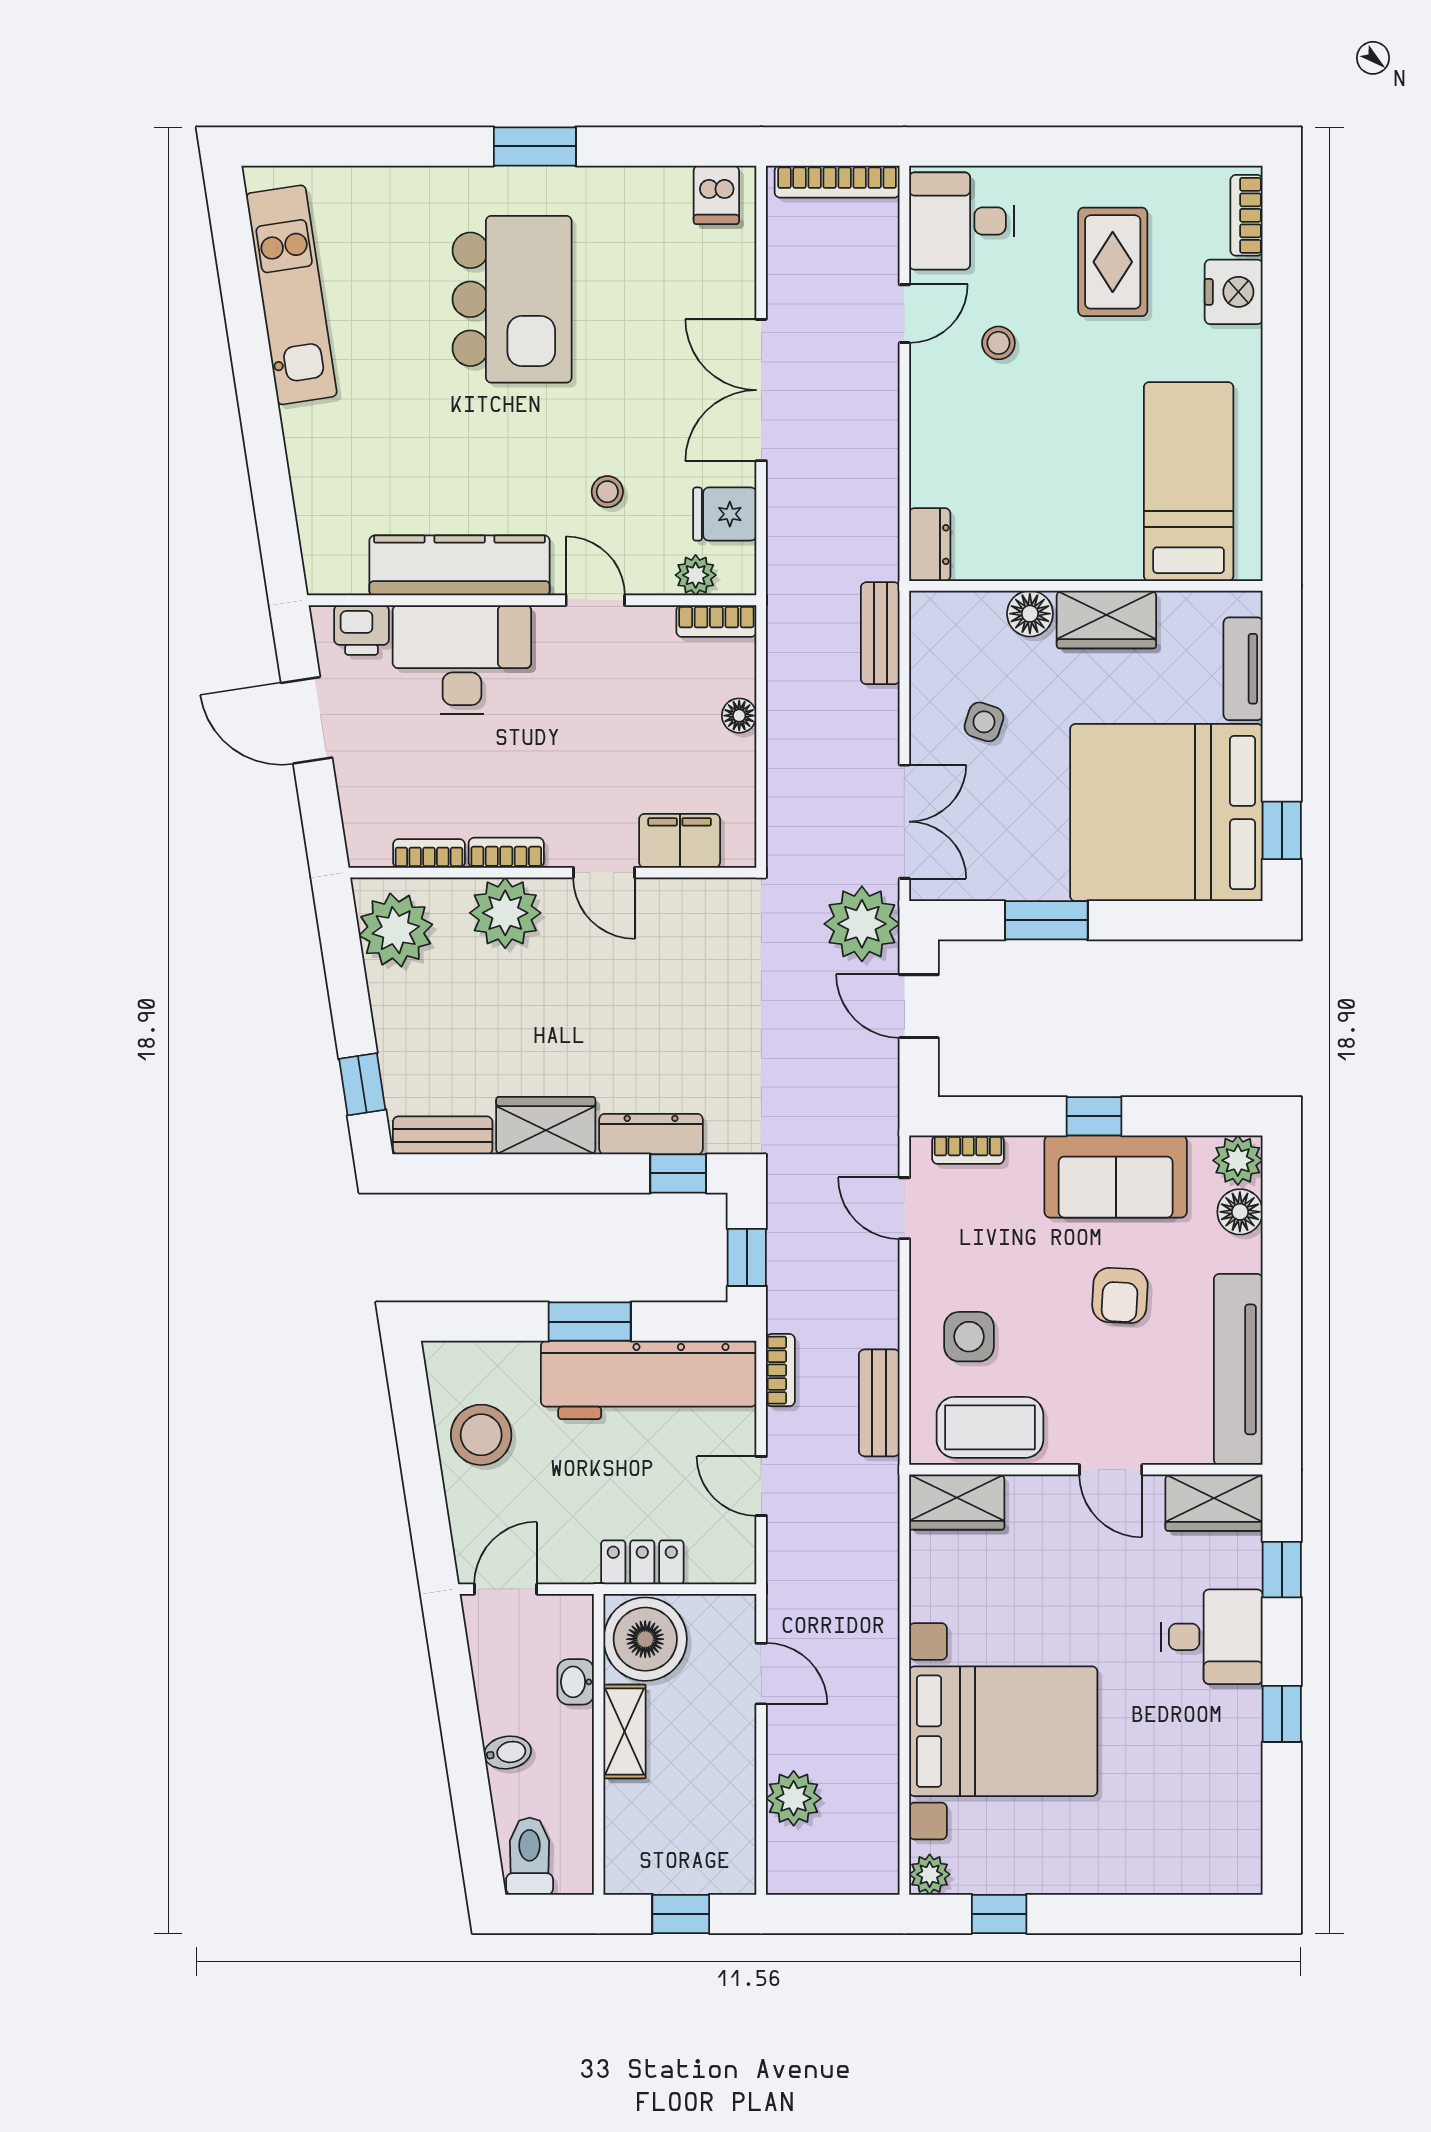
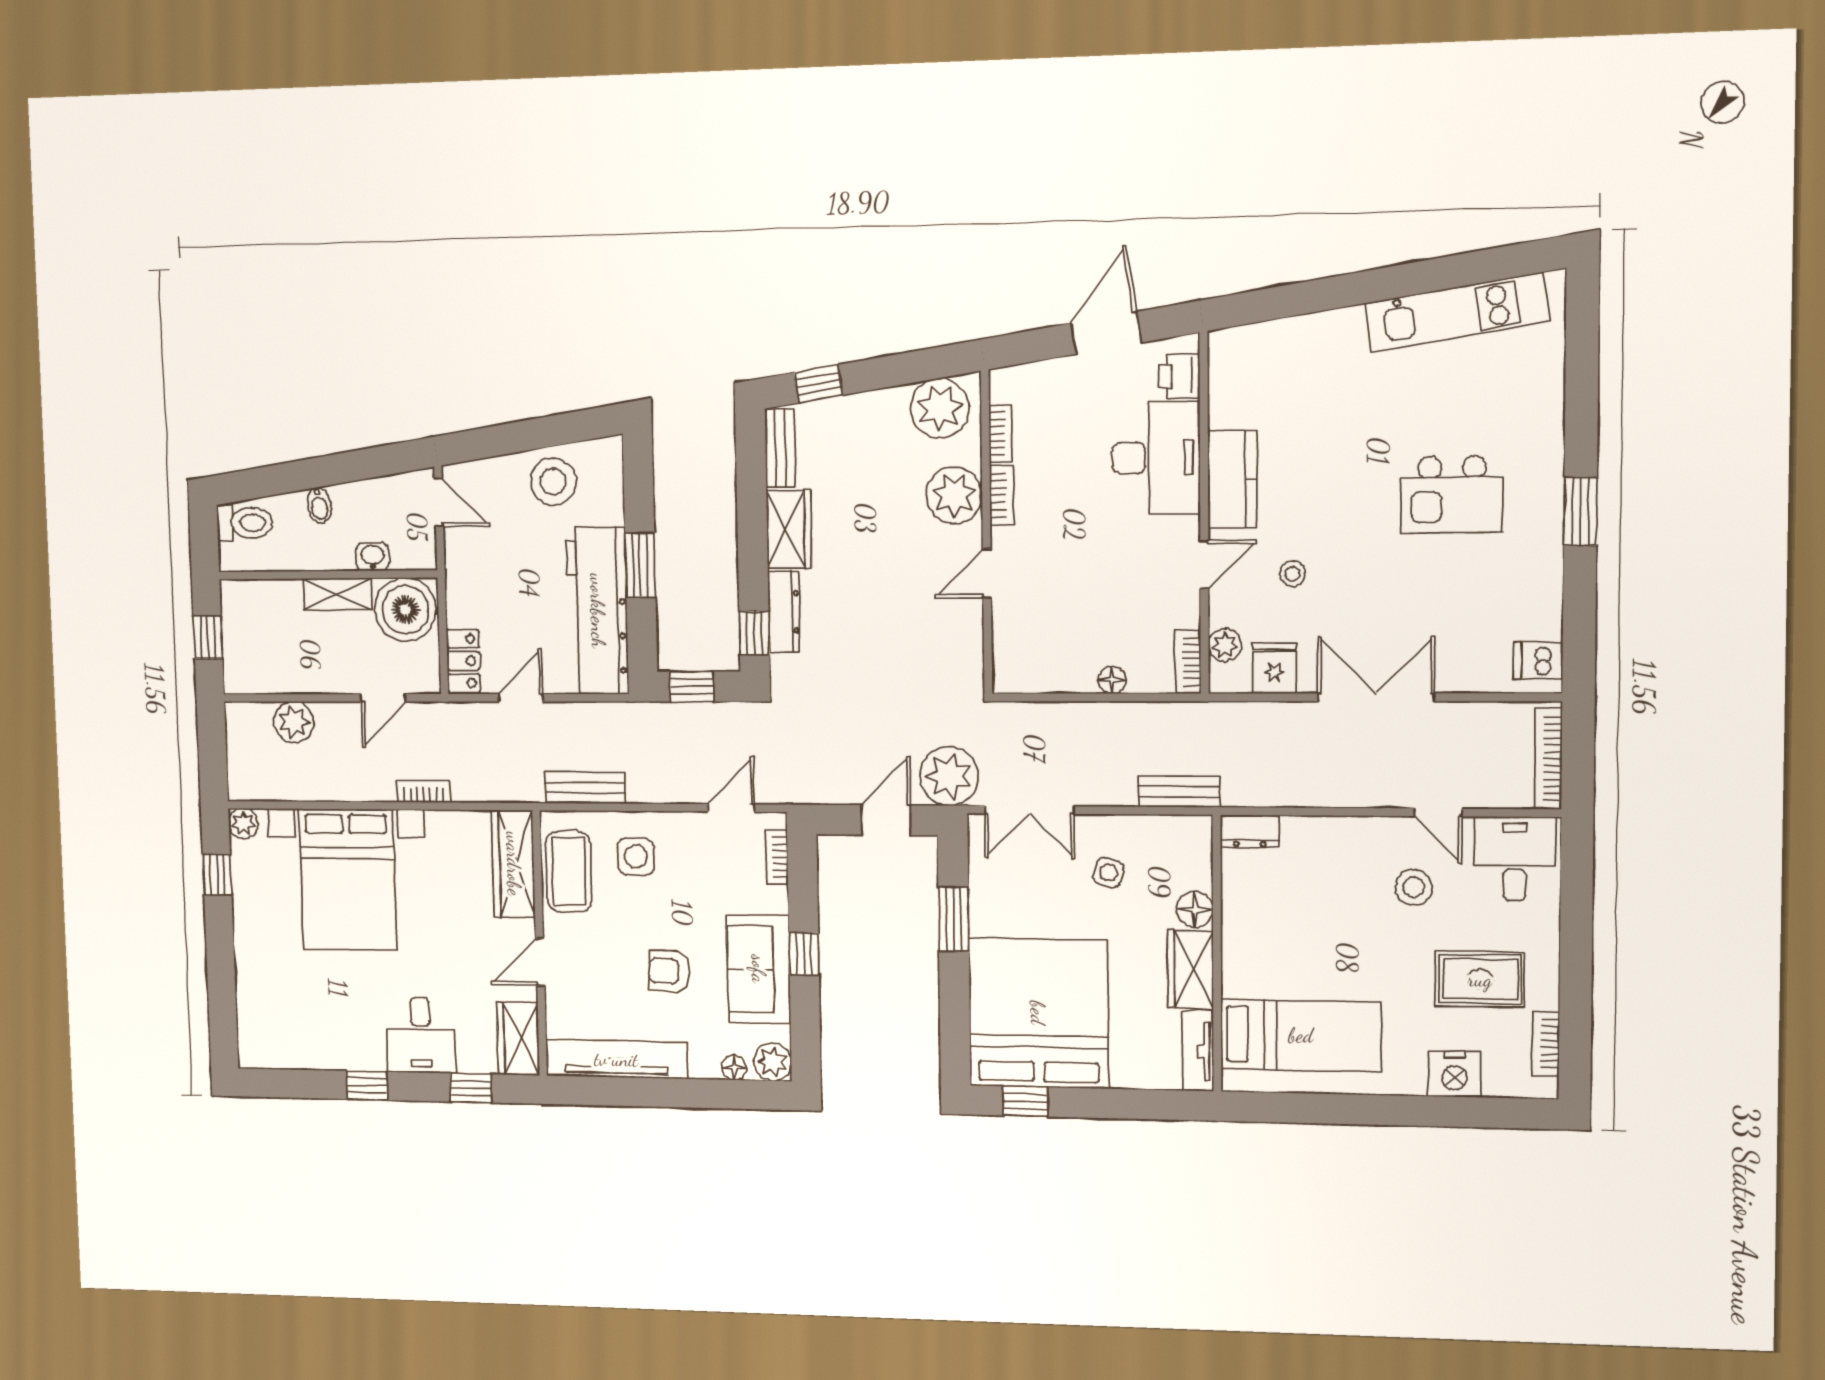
bookcase: (1247, 215) -> (1546, 1044), moved, turned -90
kitchen island: (512, 299) -> (1452, 495), width x0.73, depth x0.78
stool: (998, 343) -> (1414, 887), width x1.37, depth x1.37
kitchen counter: (460, 565) -> (1232, 479), width x0.67
tv unit: (1243, 669) -> (1198, 1051), moved, turned -90
filing cabinet: (680, 841) -> (1013, 633), removed
floor lamp: (1240, 1212) -> (734, 1068), width x0.73, depth x0.73
bookcase: (780, 1370) -> (424, 792), moved, turned 180
wardrobe: (957, 1502) -> (514, 864), width x1.50
locker: (642, 1562) -> (463, 661), moved

